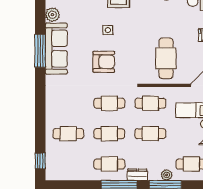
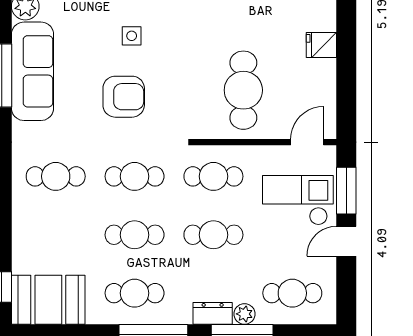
cafe table: (68, 134) -> (56, 176), moved
booth: (64, 167) -> (48, 300), added
dresser: (137, 175) -> (213, 313), moved

